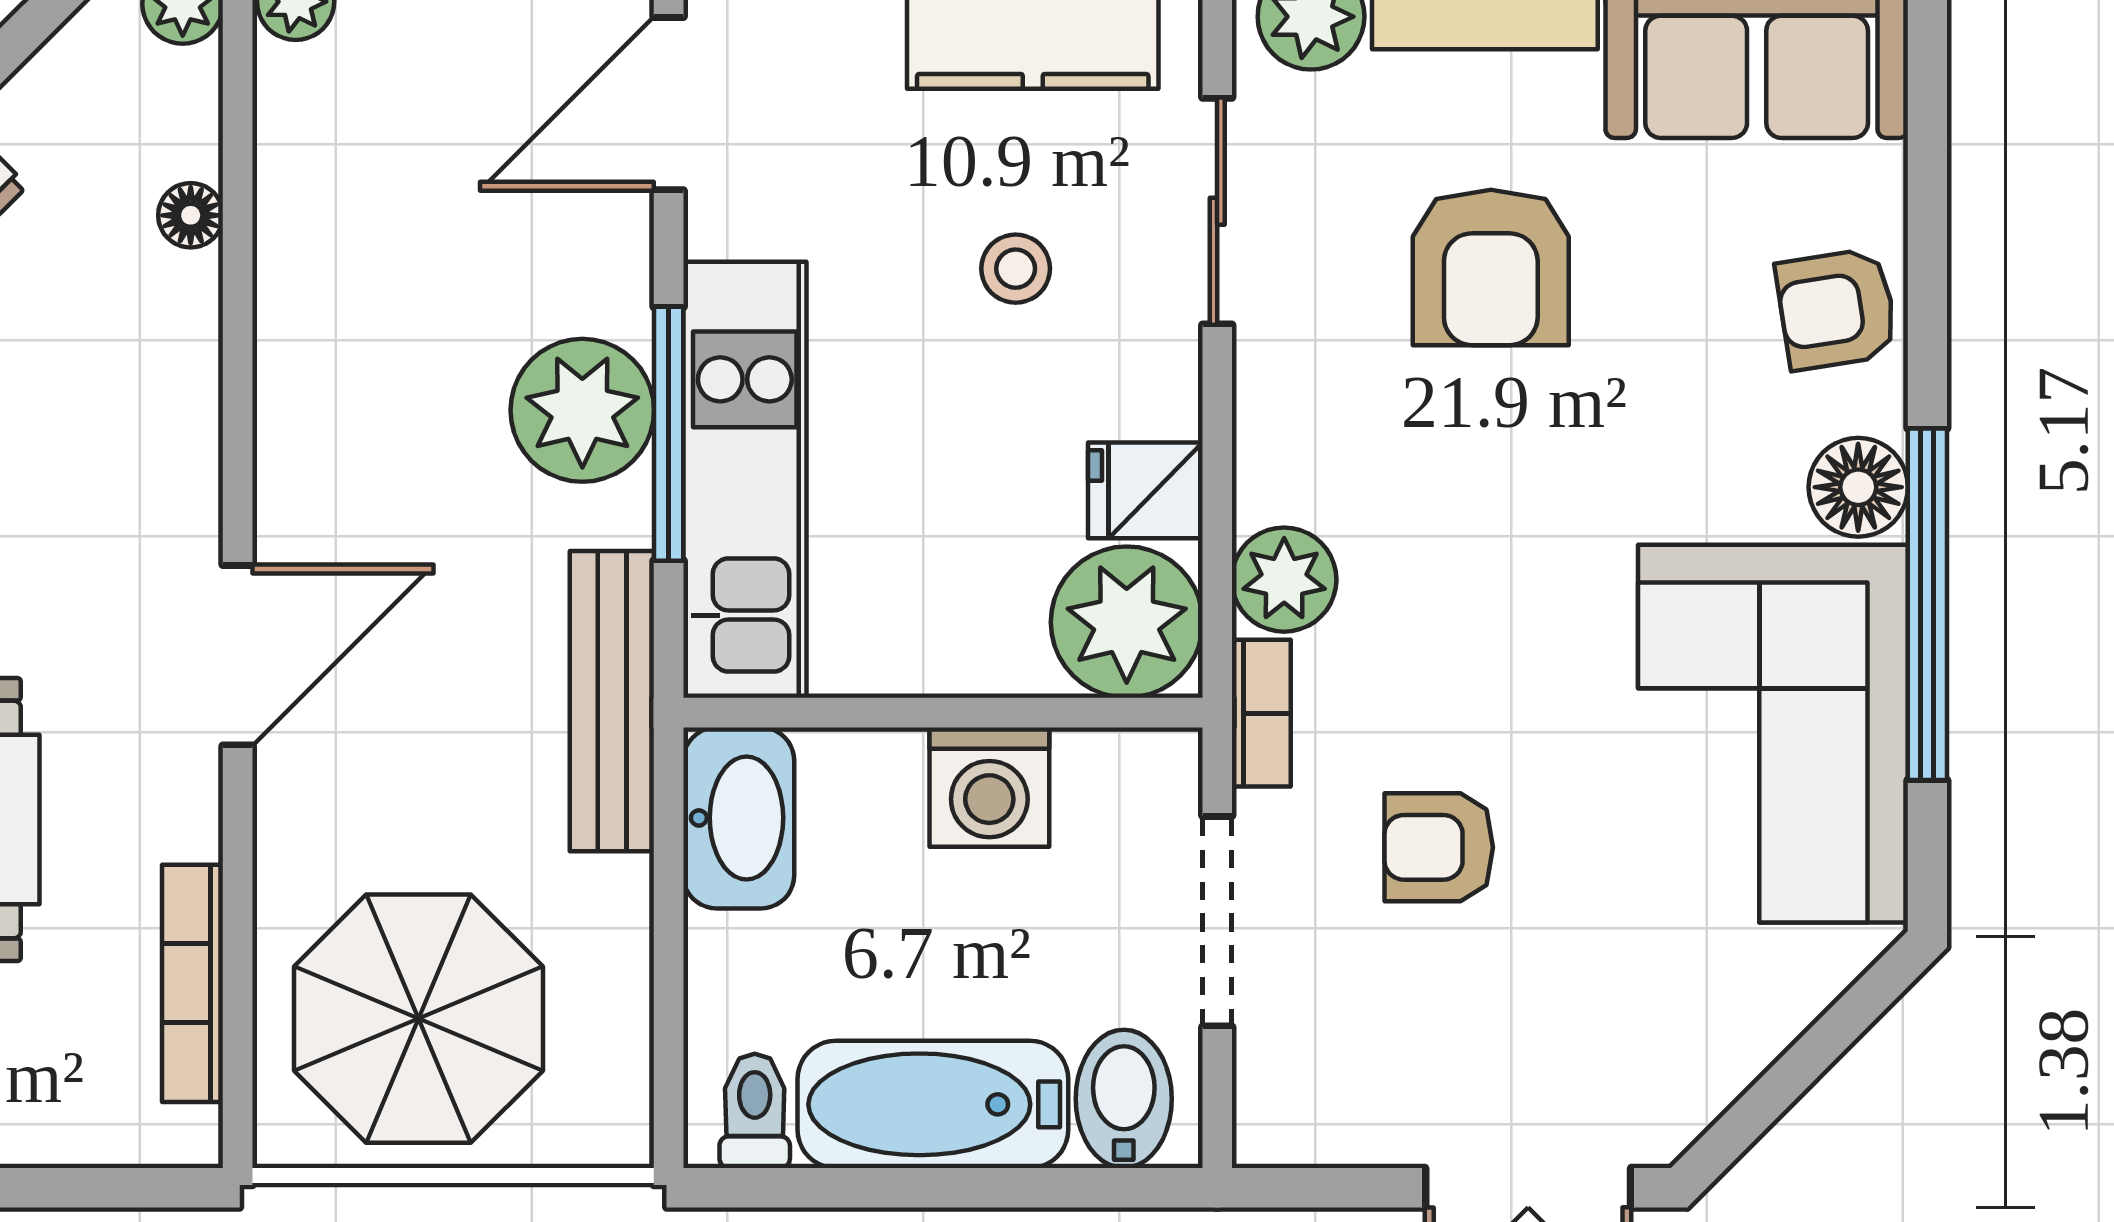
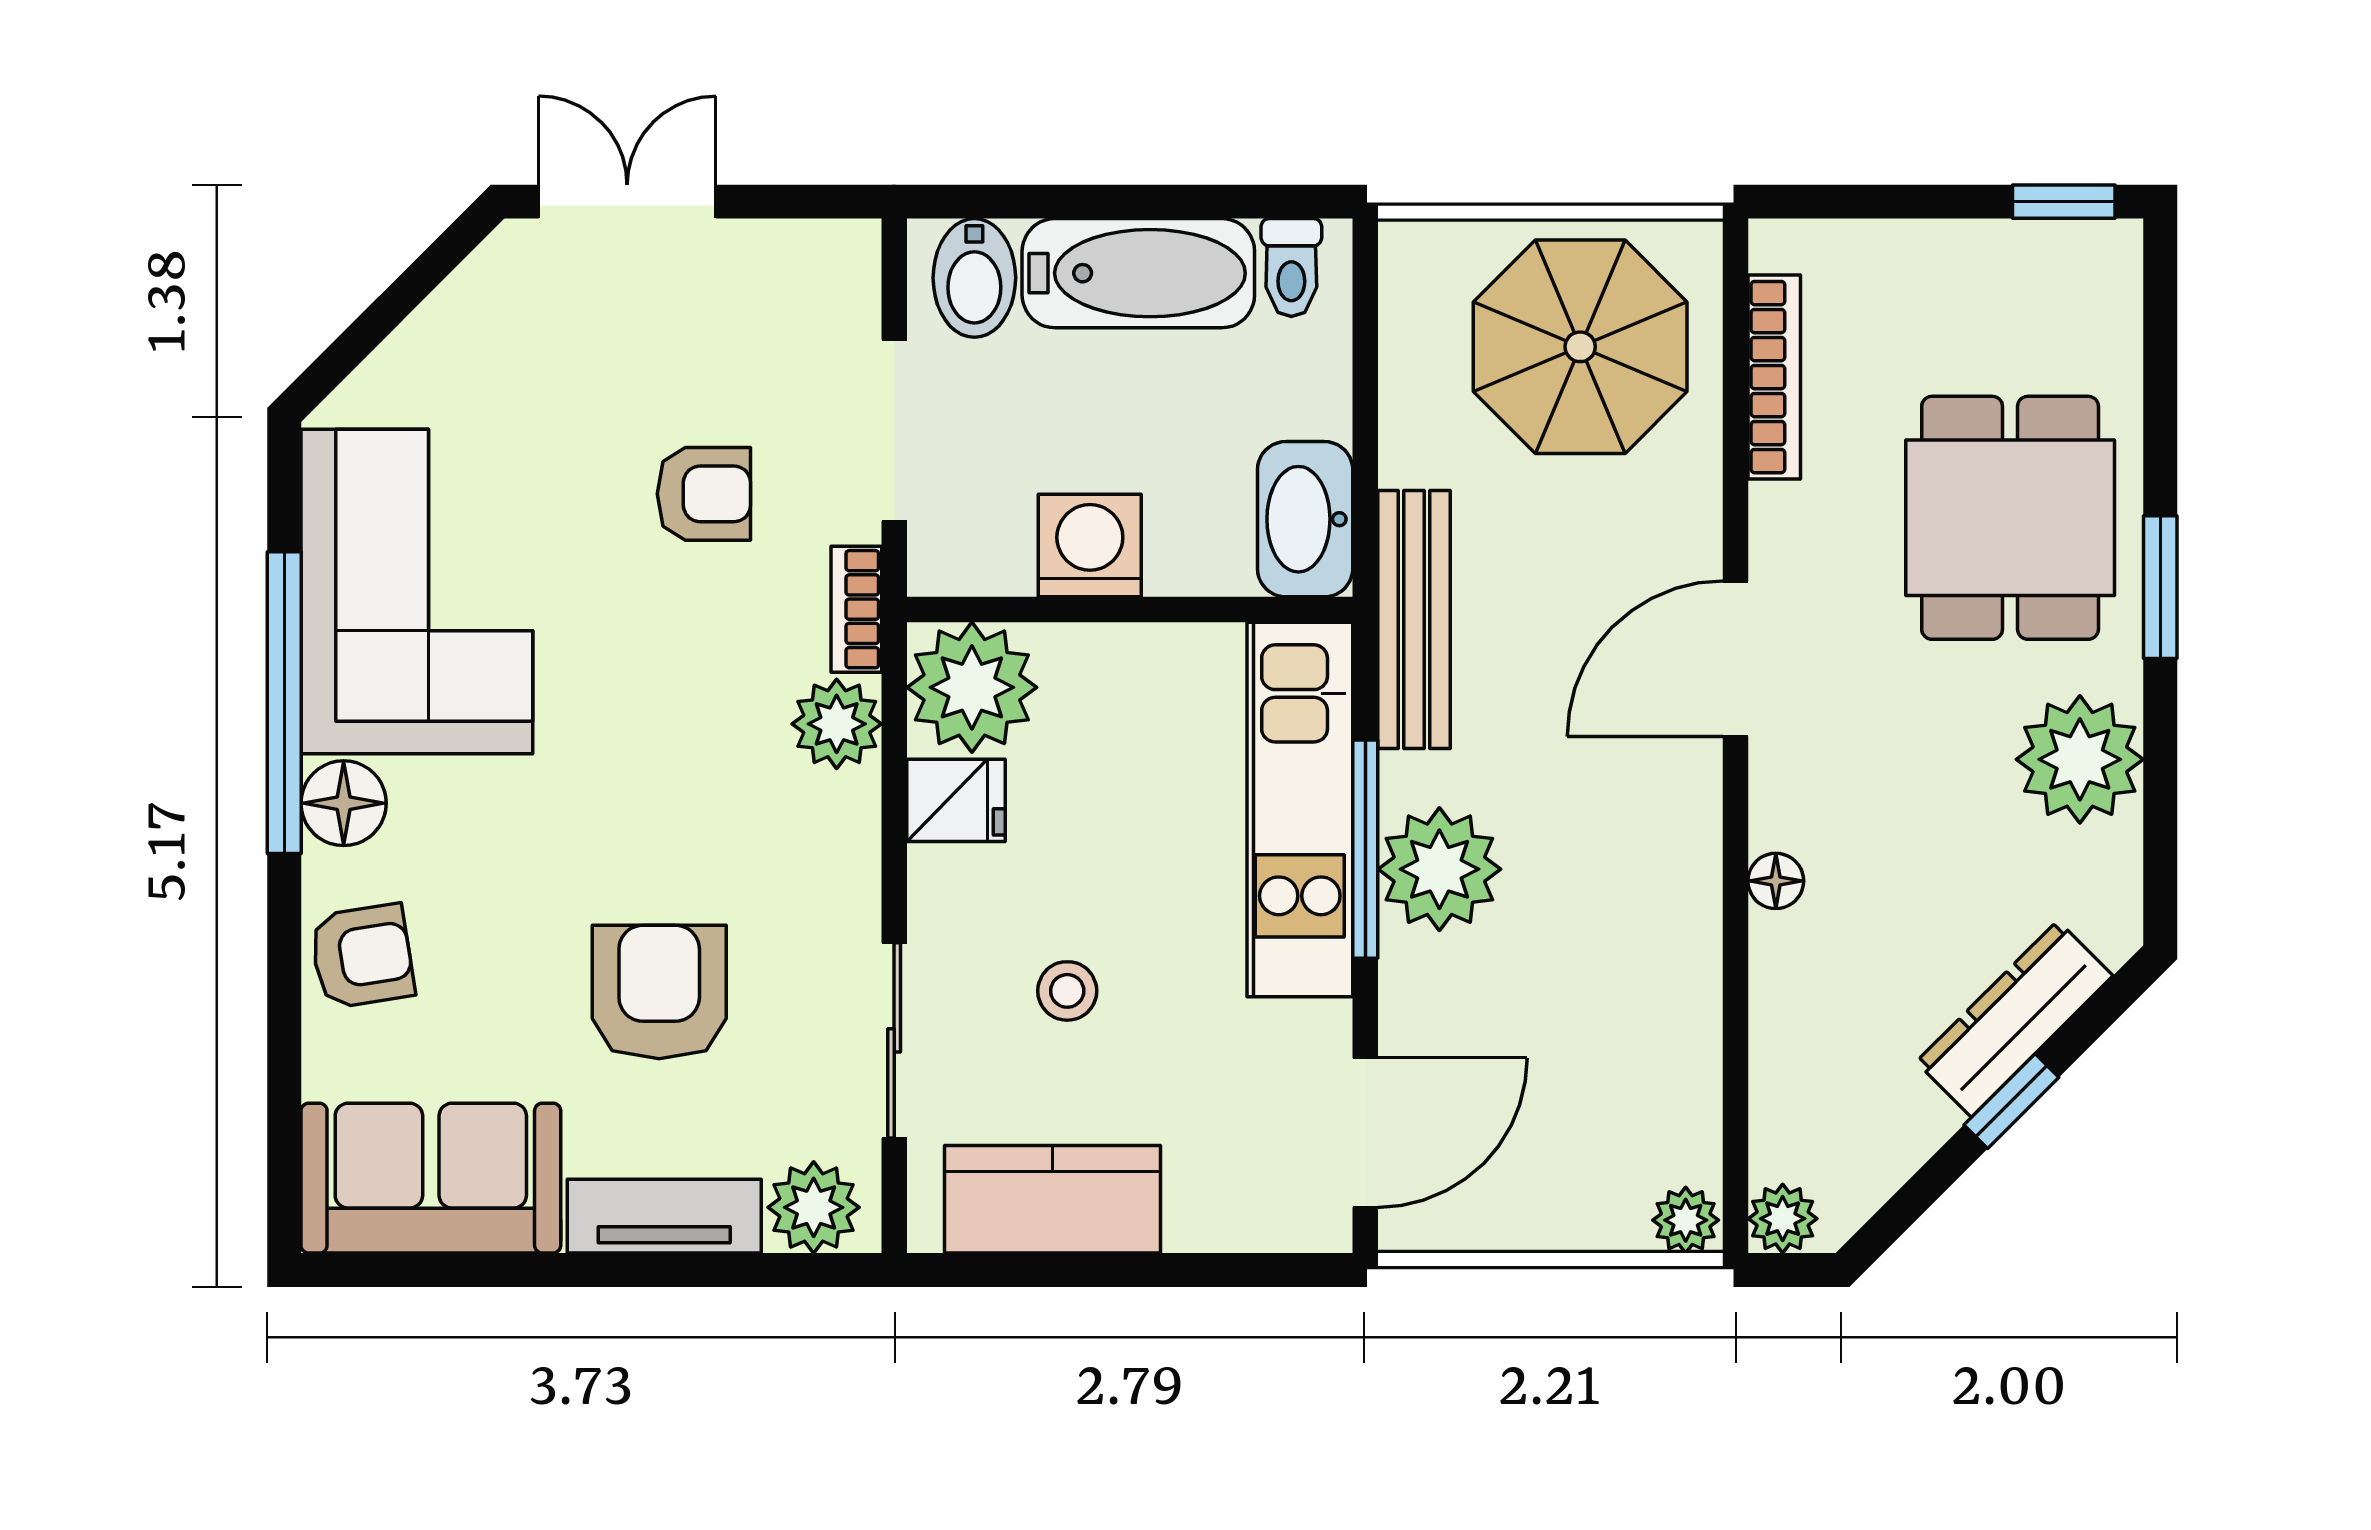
floor lamp: (191, 215) -> (1776, 881), moved

